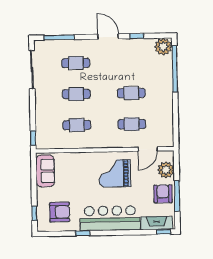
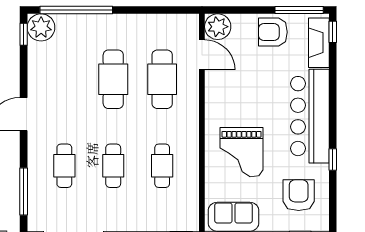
window: (137, 36) -> (24, 34), moved
cafe table: (131, 93) -> (113, 79), width x1.37, depth x1.35
cafe table: (132, 124) -> (162, 79), width x1.37, depth x1.35
plant: (166, 170) -> (218, 27), moved
grand piano: (115, 173) -> (242, 152), moved
window: (177, 196) -> (299, 10), moved

